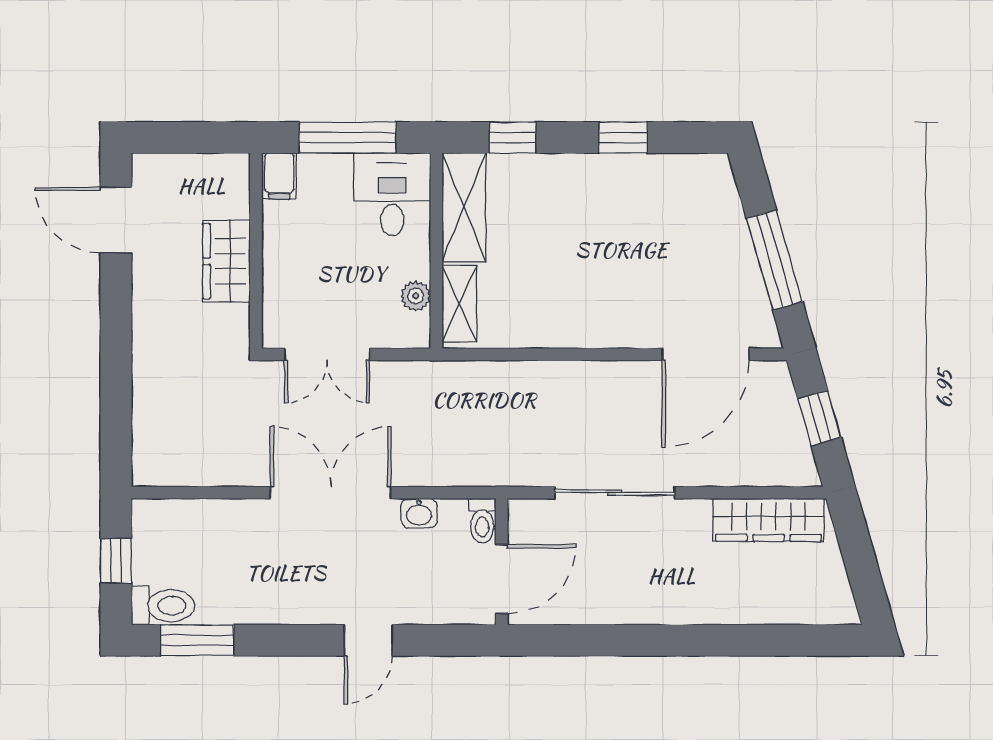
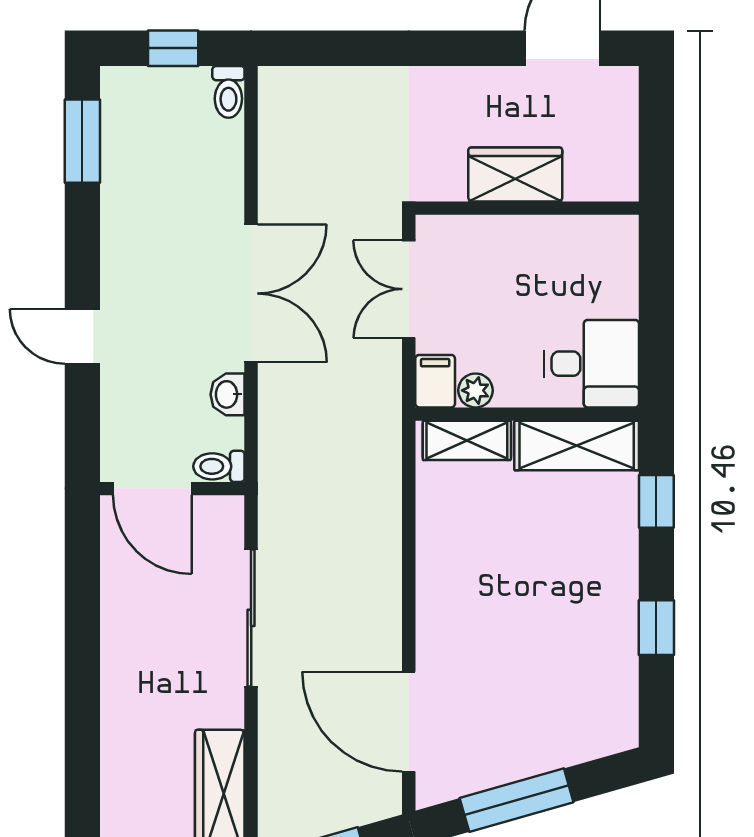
window: (348, 138) -> (656, 313), removed
filing cabinet: (279, 176) -> (435, 381), moved, turned 90
toilet: (163, 606) -> (228, 92), moved, width x0.73, depth x0.72

